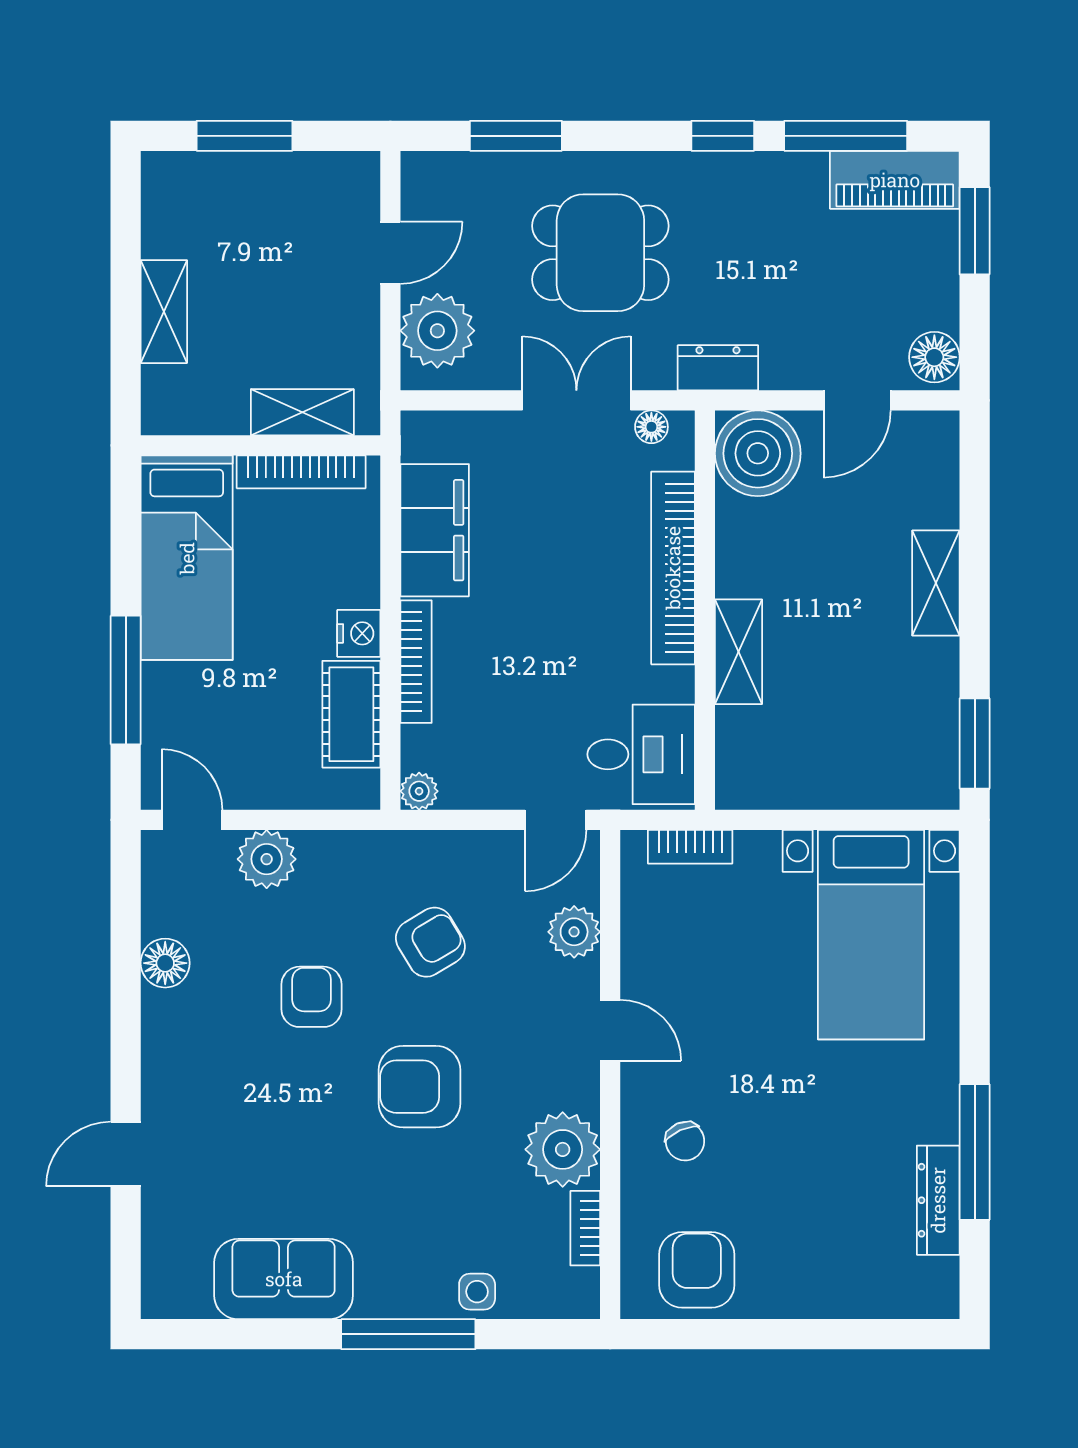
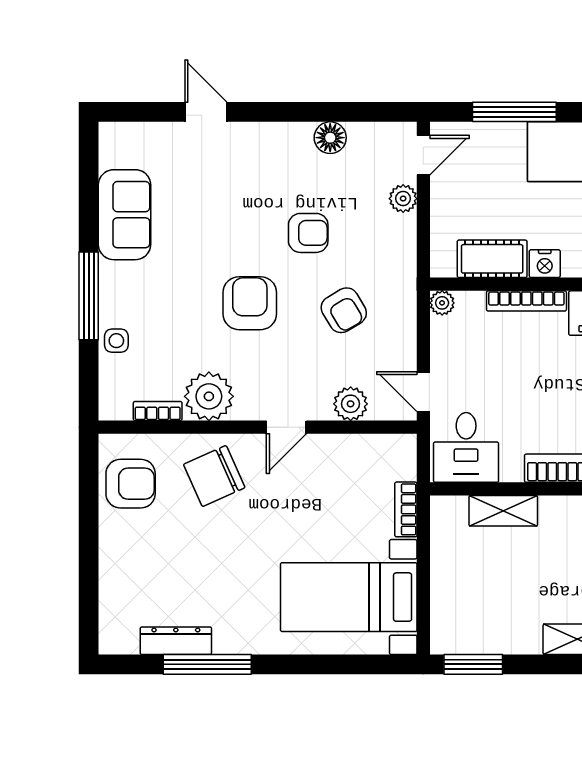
shelving: (739, 652) -> (503, 511), moved
bookcase: (690, 847) -> (406, 509), moved
plant: (267, 859) -> (403, 199), width x0.73, depth x0.73
chair: (685, 1141) -> (214, 476), width x1.87, depth x1.87

